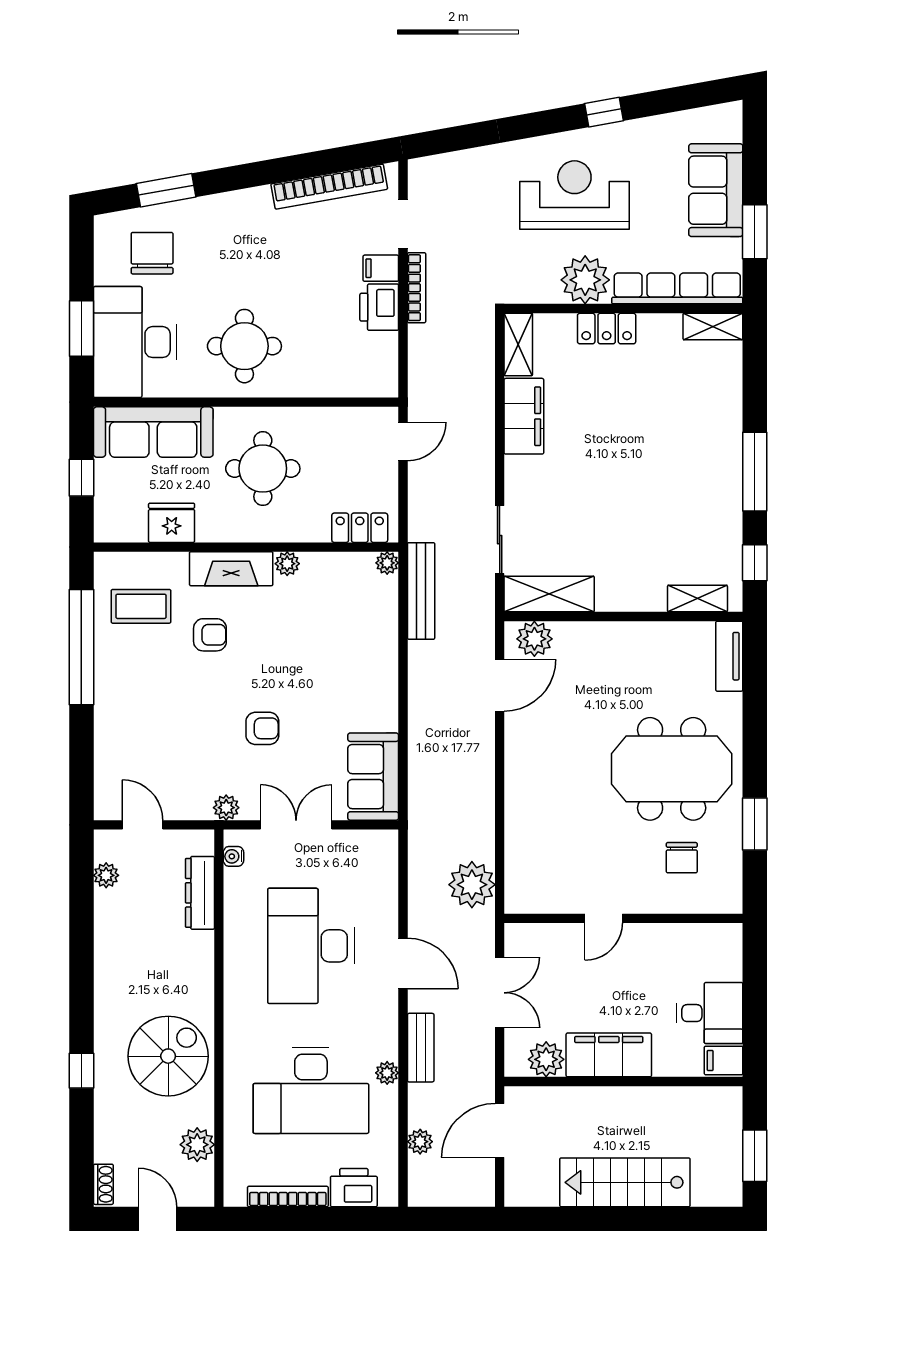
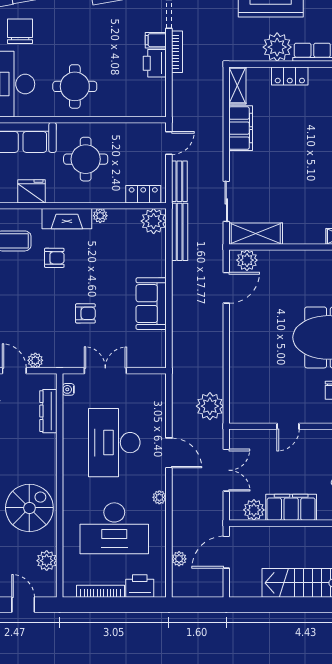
plant: (387, 563) -> (154, 221), width x1.87, depth x1.87
sofa: (373, 777) -> (151, 304), moved
plant: (226, 808) -> (35, 360), moved
bench: (421, 1048) -> (179, 181), moved
plant: (387, 1073) -> (159, 497), moved

